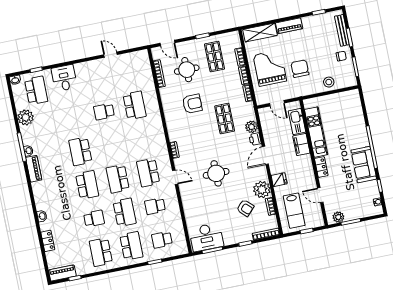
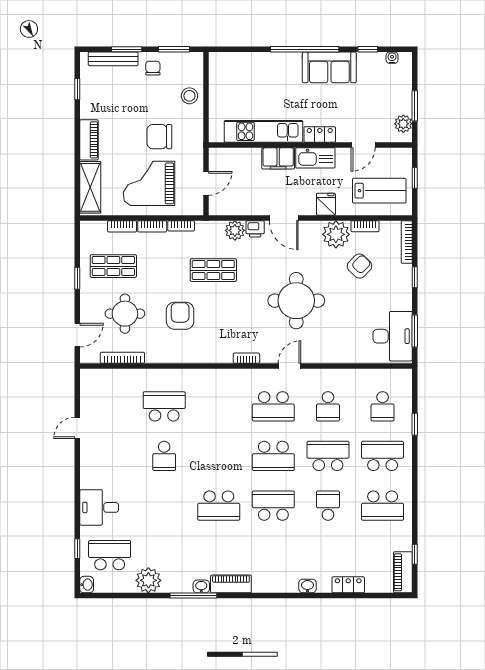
kitchen sink: (297, 122) -> (315, 158), moved
round table: (216, 173) -> (296, 301), width x1.36, depth x1.36

